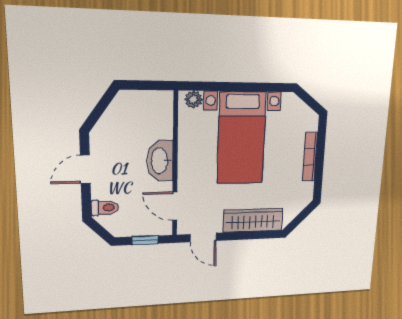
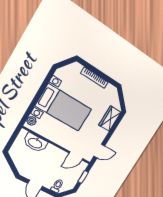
washbasin: (160, 161) -> (35, 143), moved
wardrobe: (253, 220) -> (110, 119), width x0.67

